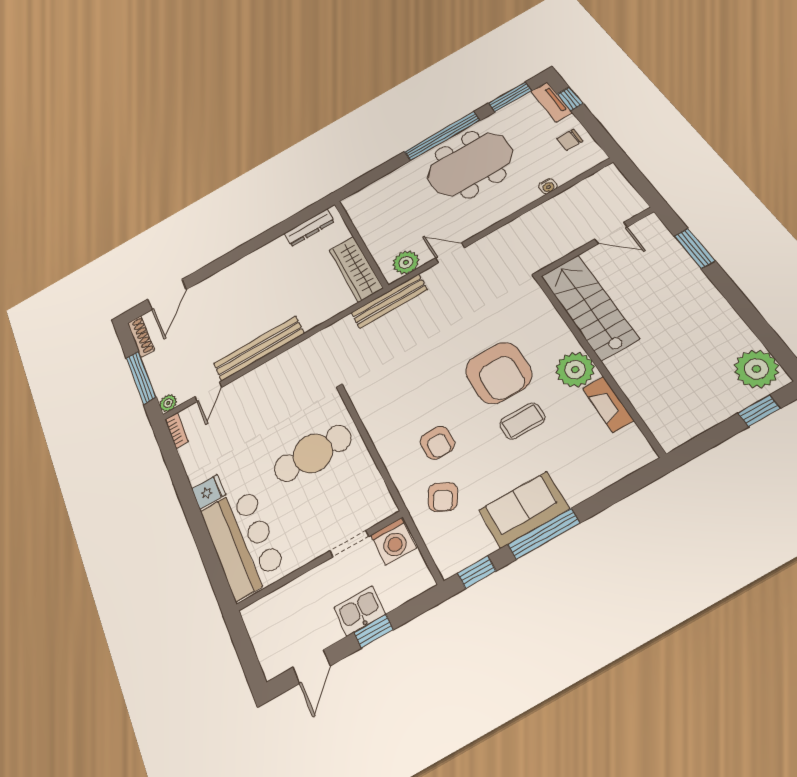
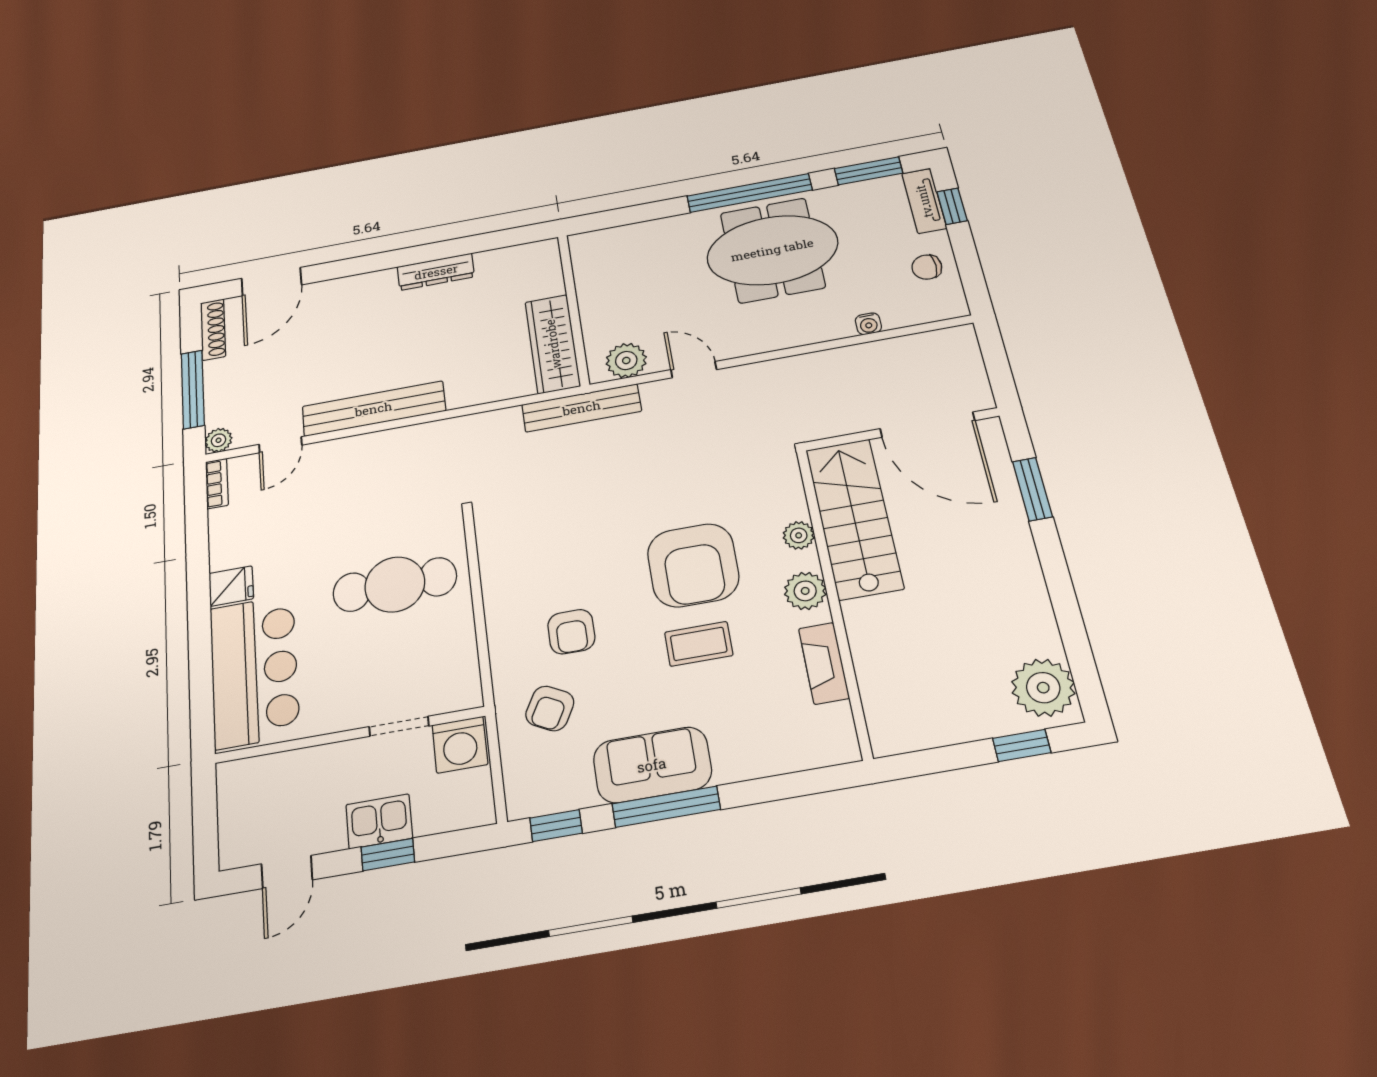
dresser: (309, 227) -> (436, 272), moved
door: (611, 233) -> (927, 425), width x1.88
plant: (558, 330) -> (799, 535), added
plant: (575, 370) -> (805, 591), width x0.73, depth x0.73

